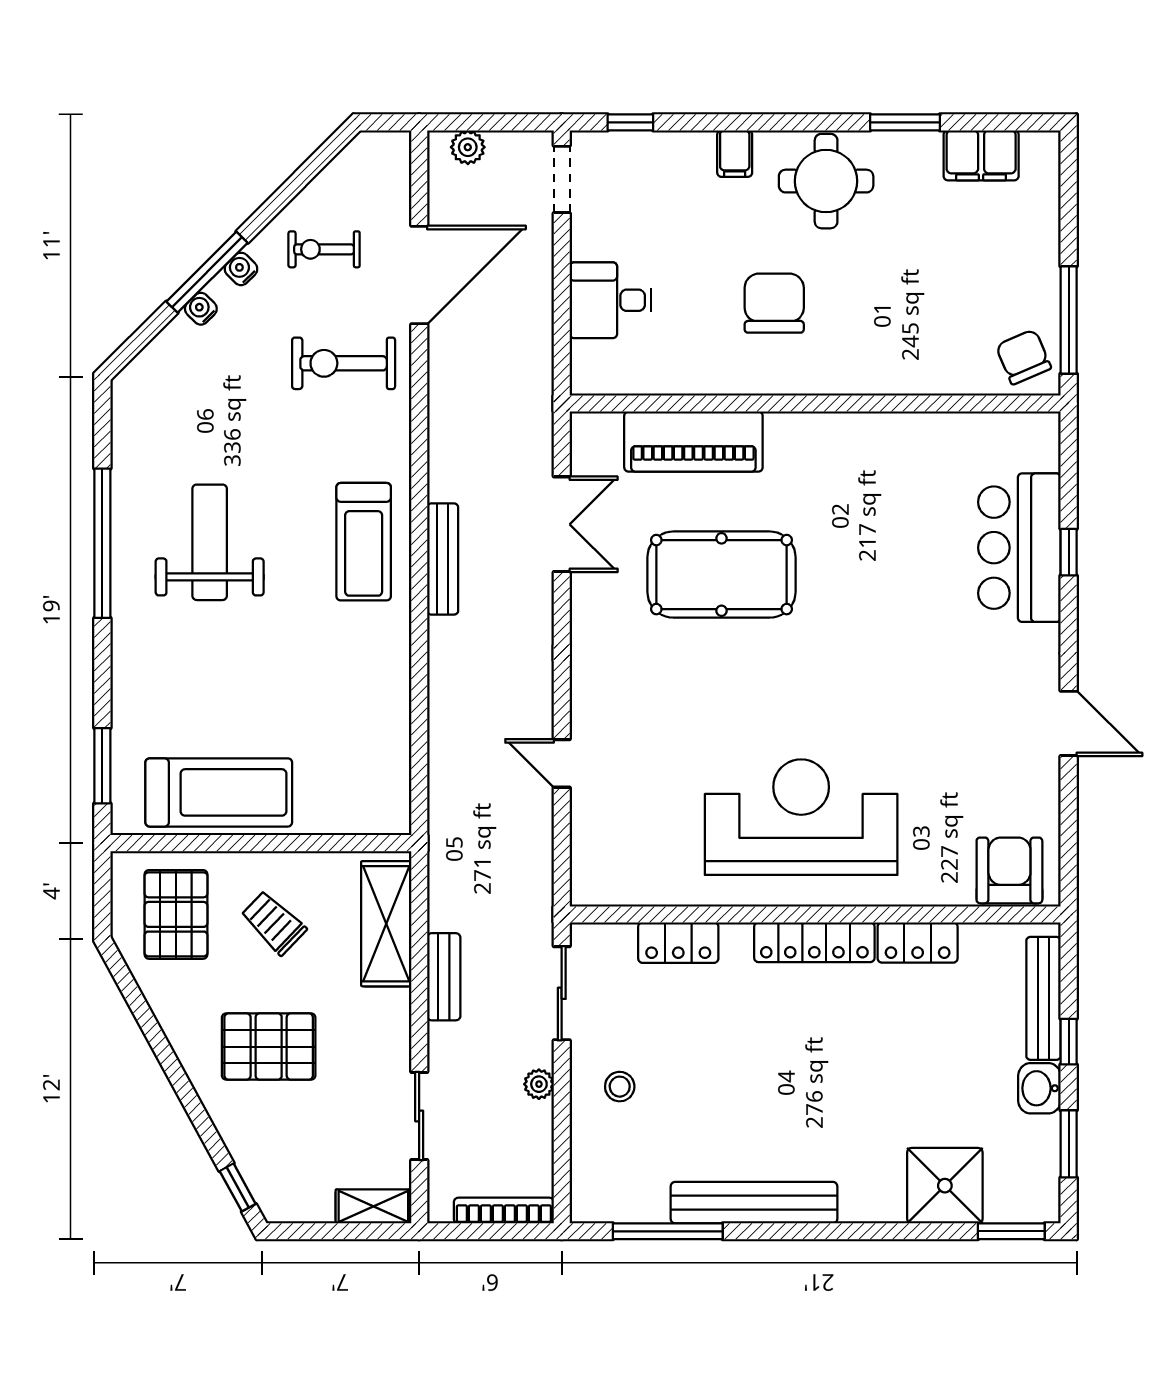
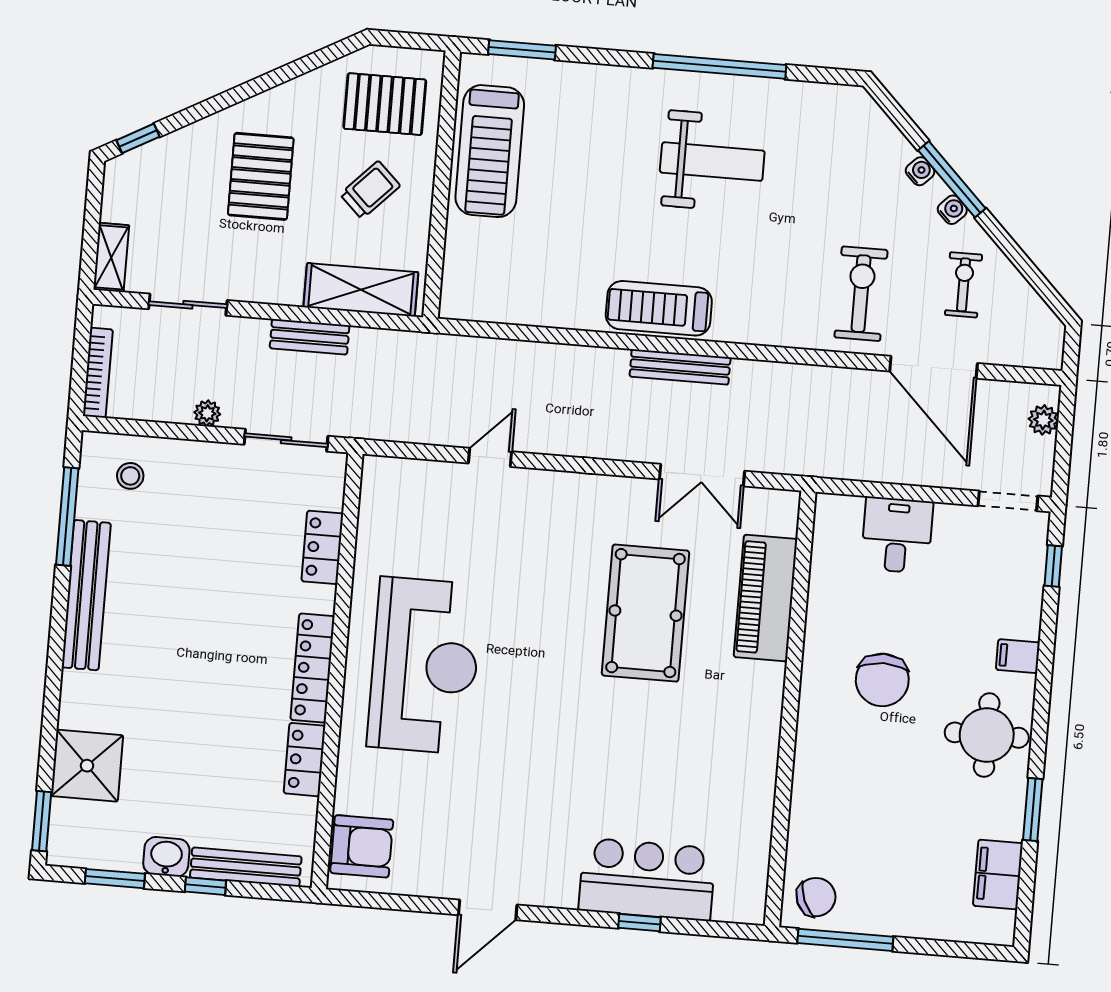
chair: (774, 303) -> (882, 680), turned 90
treadmill: (364, 542) -> (659, 308), moved
stool: (620, 1087) -> (130, 476), moved

